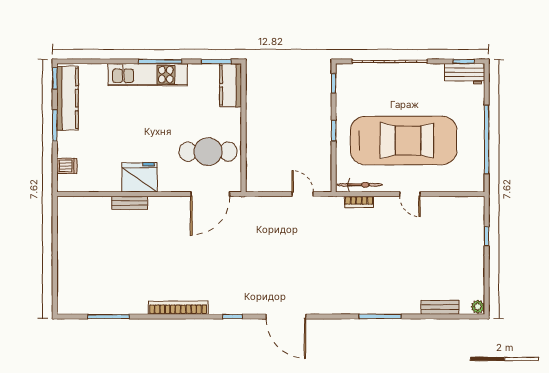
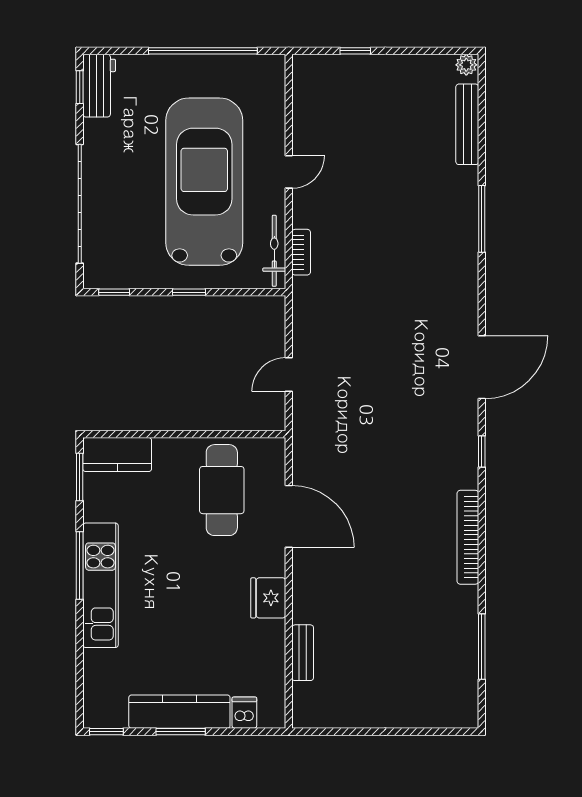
kitchen counter: (67, 98) -> (179, 712), moved
fridge: (140, 177) -> (268, 598), width x0.73, depth x0.75
door: (210, 194) -> (289, 516), moved
door: (303, 194) -> (289, 375), moved
bench: (130, 203) -> (303, 653), moved
bench: (440, 307) -> (467, 124), width x1.36

